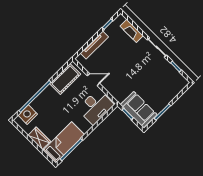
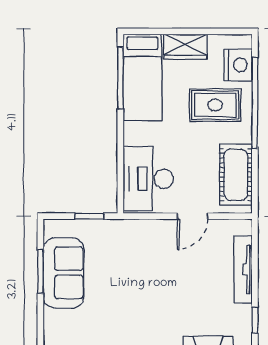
rug: (49, 109) -> (215, 105), added
sofa: (139, 110) -> (64, 273), moved, turned -90

